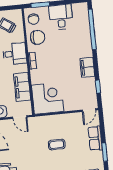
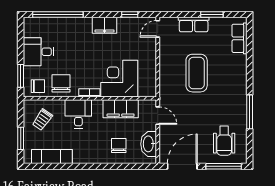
corner desk: (48, 98) -> (119, 79), moved
door: (89, 110) -> (158, 29), swing flipped
door: (20, 117) -> (158, 116), hinge flipped
coffee table: (57, 145) -> (197, 73), width x1.86, depth x1.72

